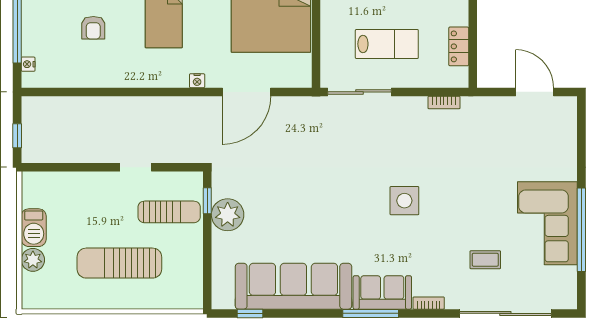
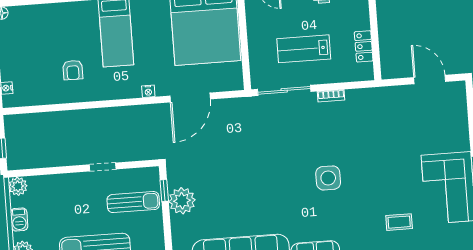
armchair: (93, 28) -> (73, 70), moved
lab bench: (387, 44) -> (304, 49), turned 180
bookcase: (444, 103) -> (331, 96), moved
plant: (33, 183) -> (18, 186), added
barbecue: (34, 228) -> (19, 219), width x0.73, depth x0.79

